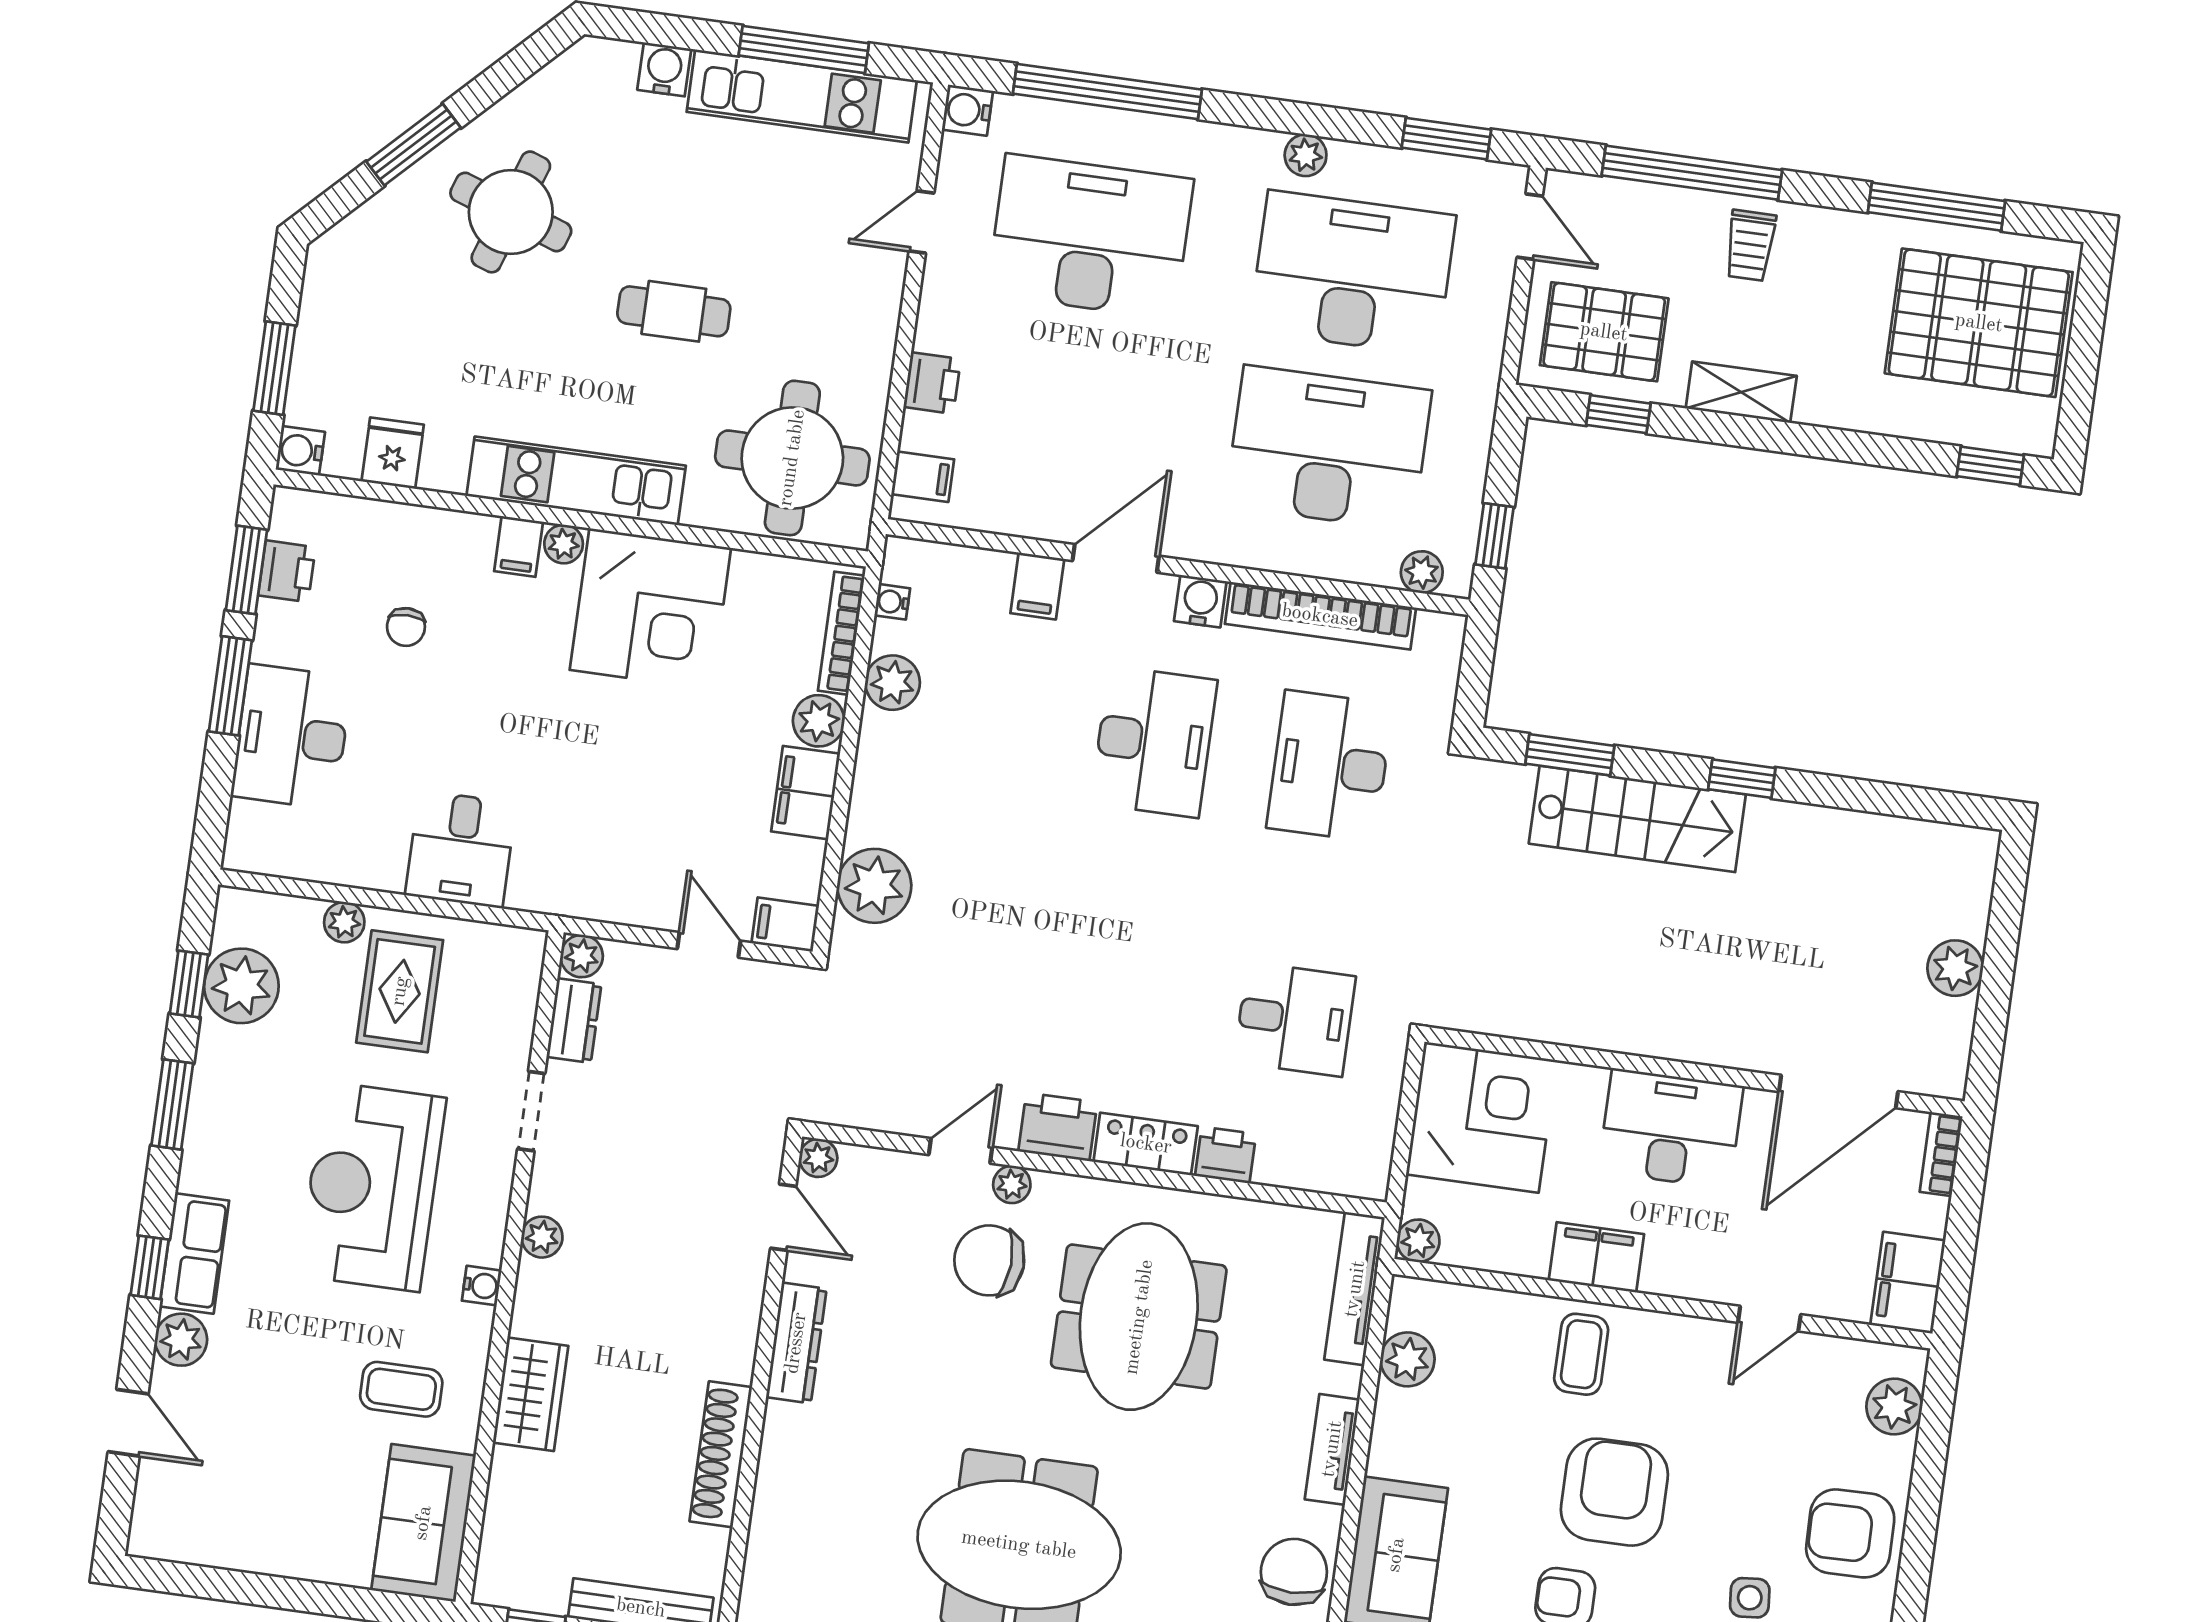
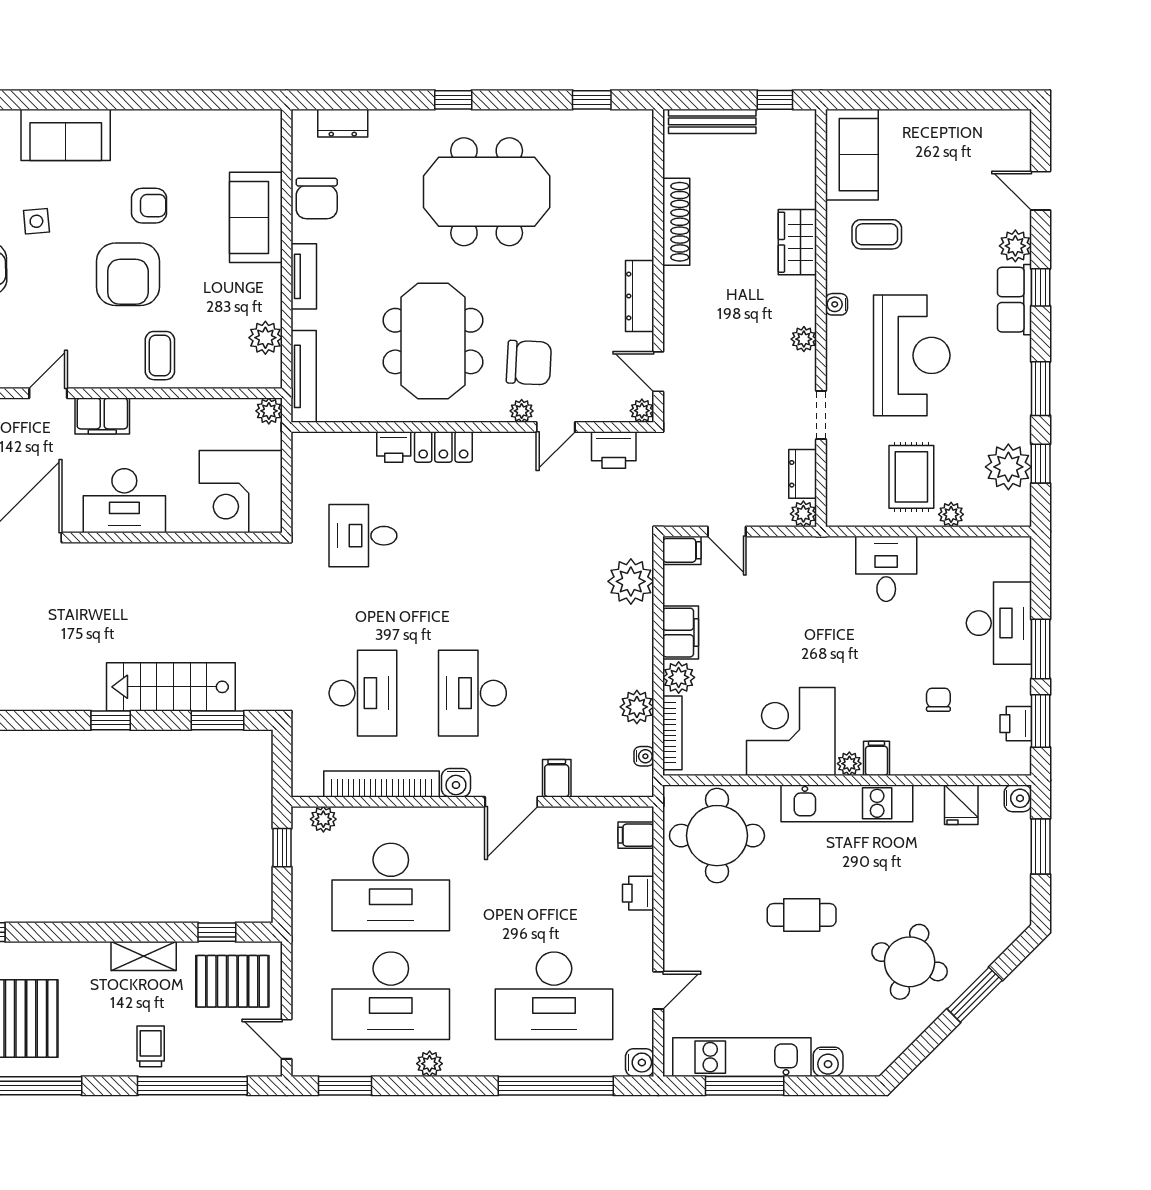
printer: (1058, 1127) -> (614, 450), moved
filing cabinet: (1596, 1257) -> (102, 416), moved

